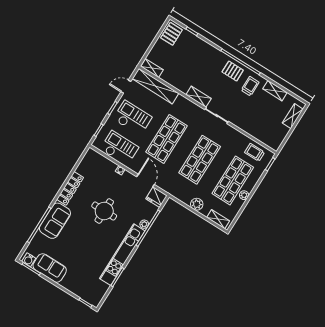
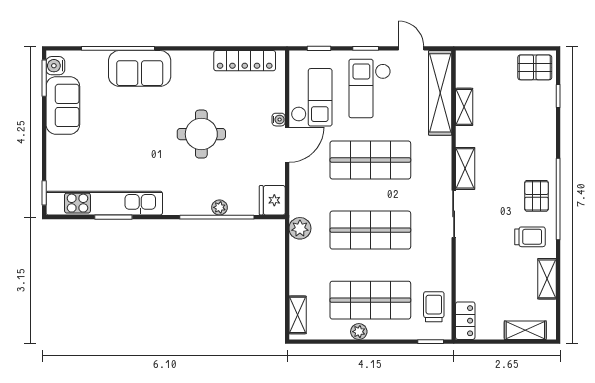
shelving: (152, 68) -> (464, 107), moved
checkout: (133, 118) -> (370, 88), turned 180
locker: (271, 142) -> (465, 321), added
door: (146, 181) -> (287, 145), moved
locker: (70, 188) -> (245, 61), moved
plant: (197, 204) -> (300, 228), moved
kitchen unit: (122, 255) -> (104, 203), moved

